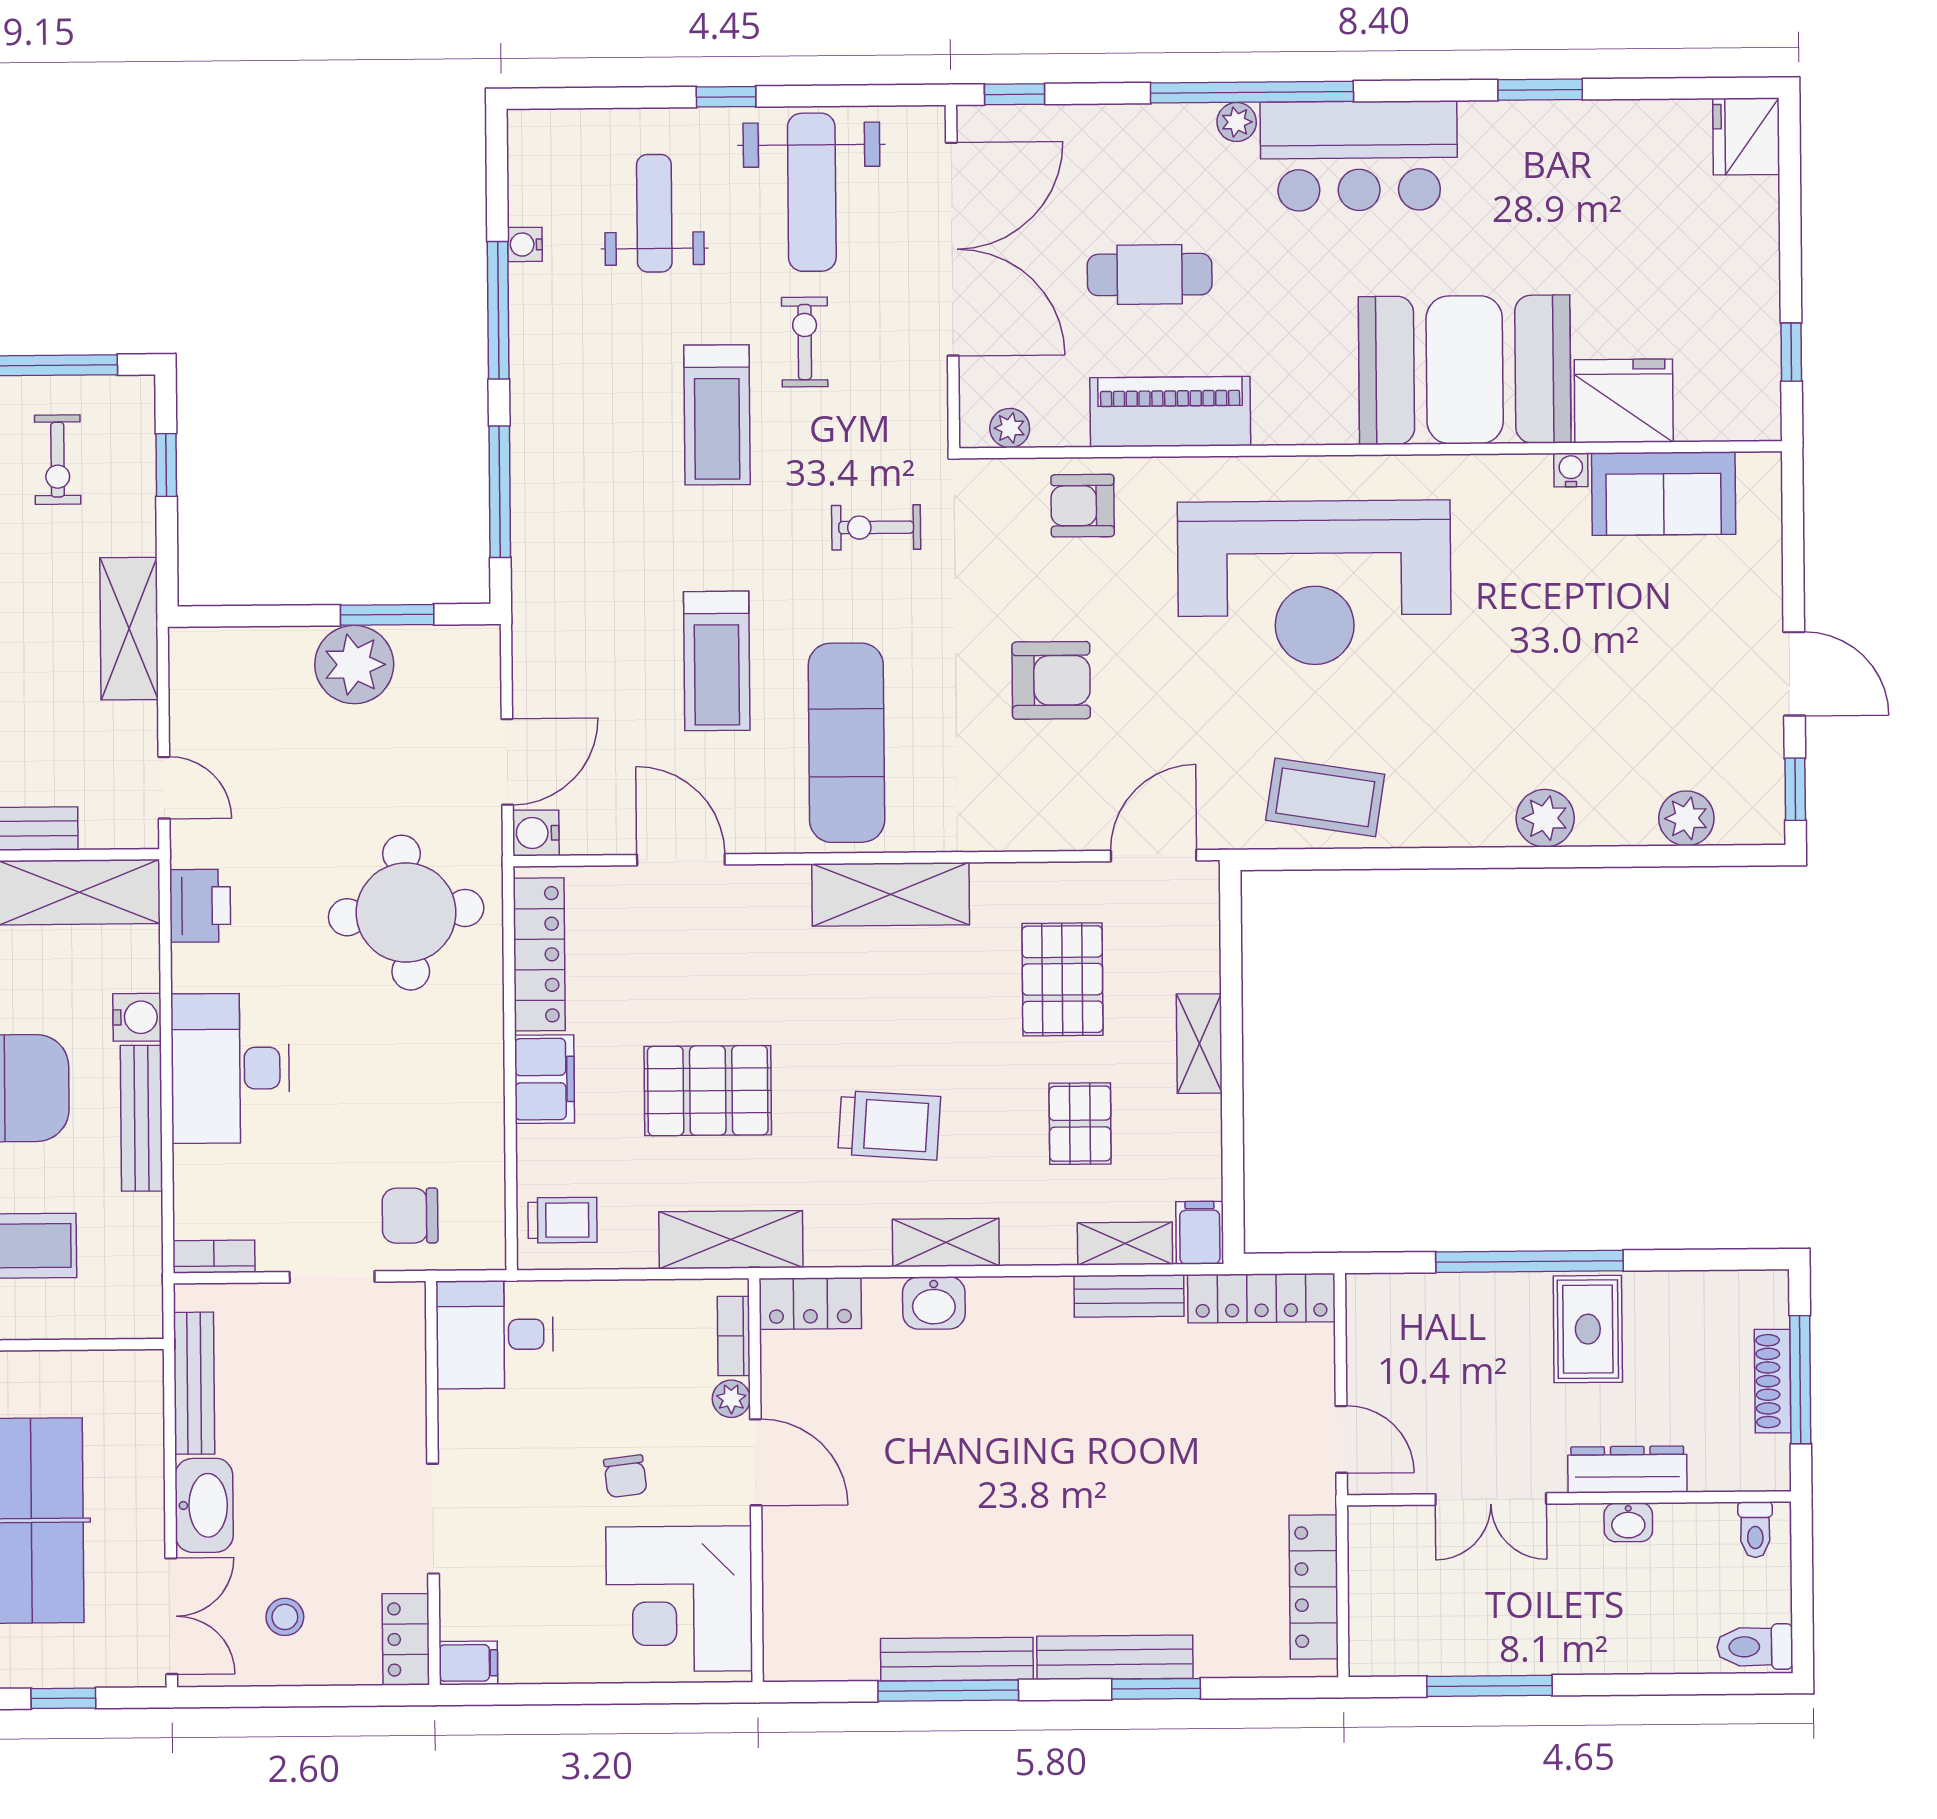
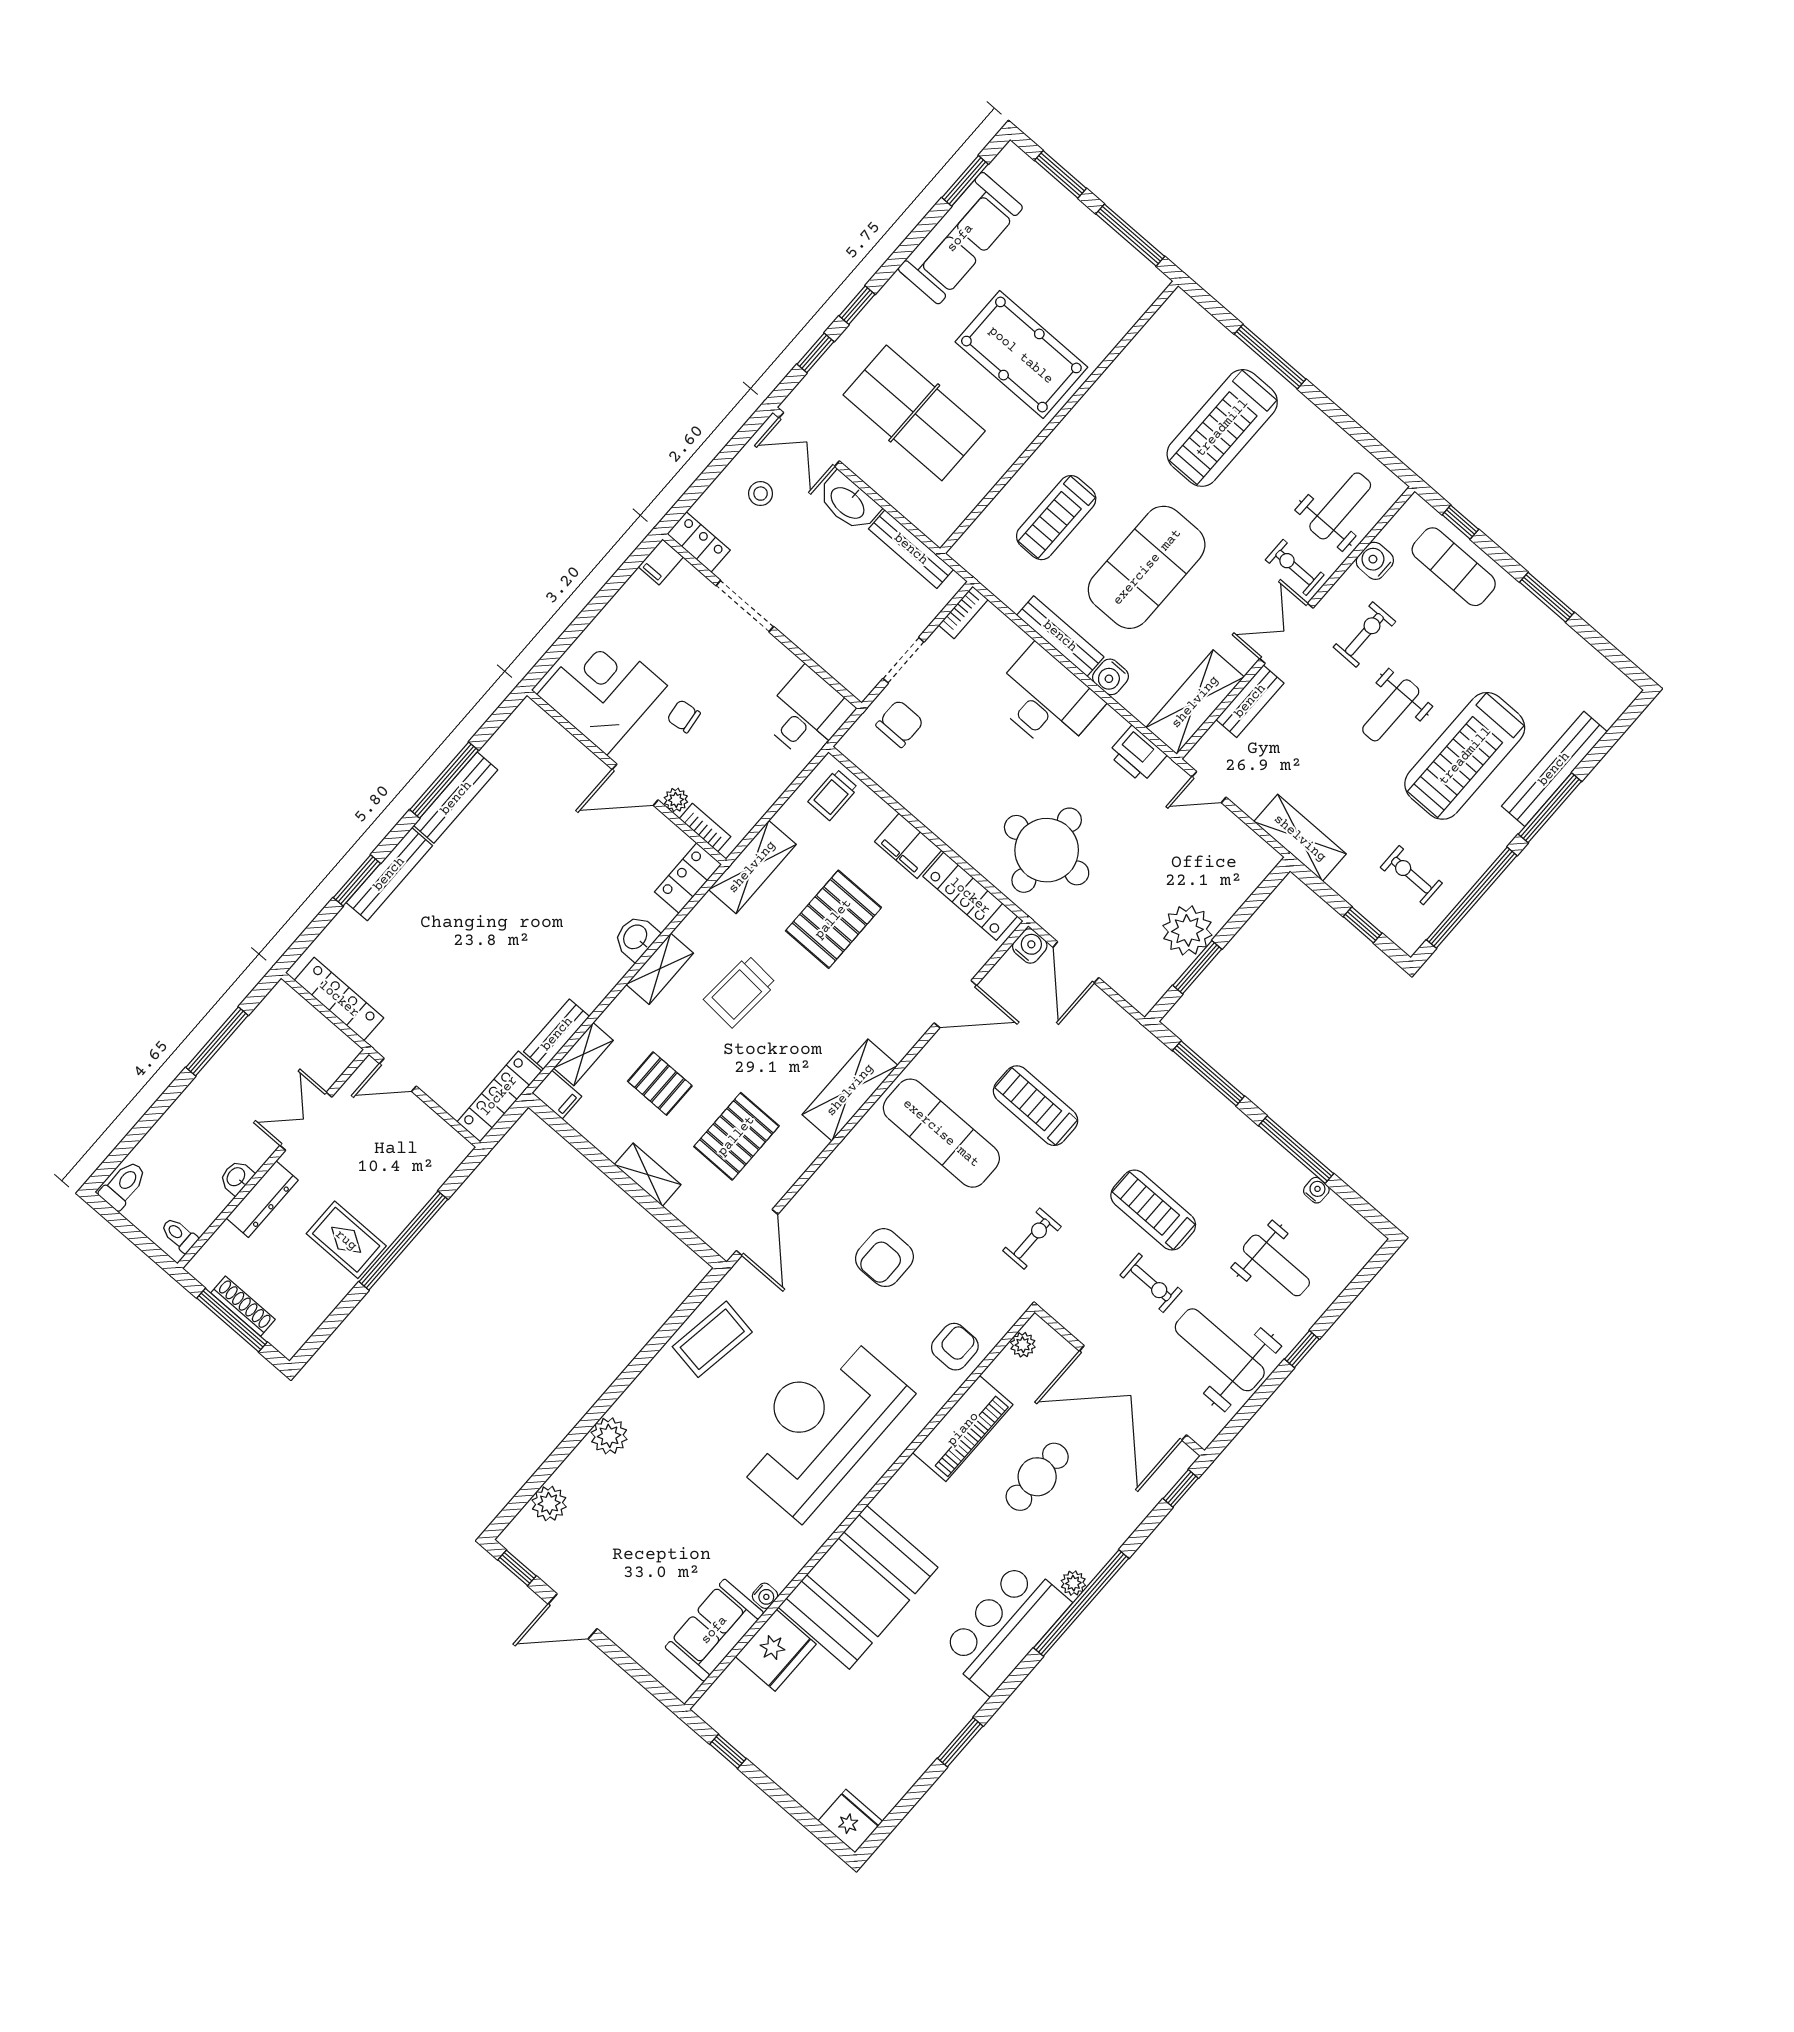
pallet: (1062, 979) -> (736, 1136), turned 90

